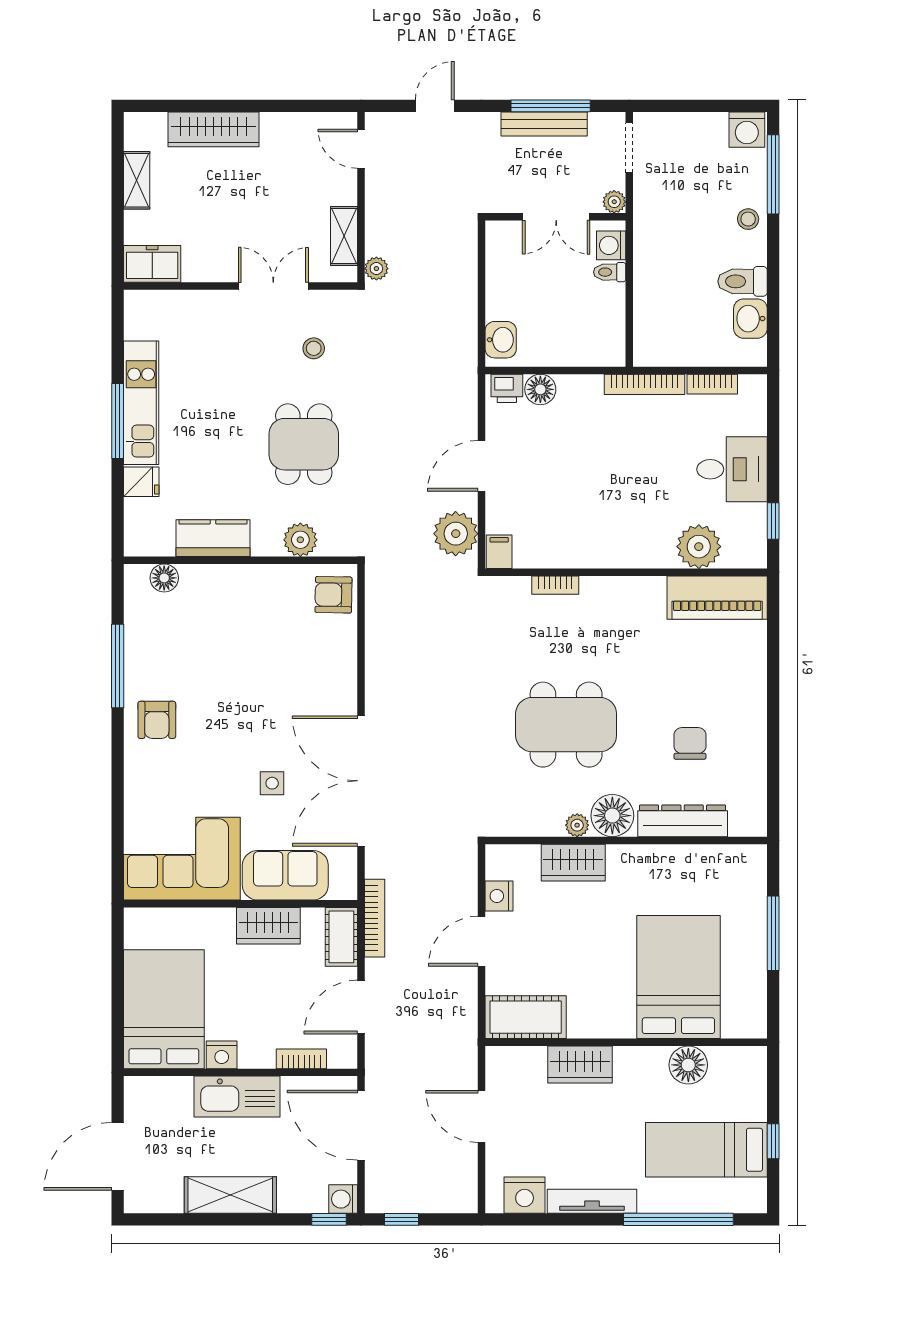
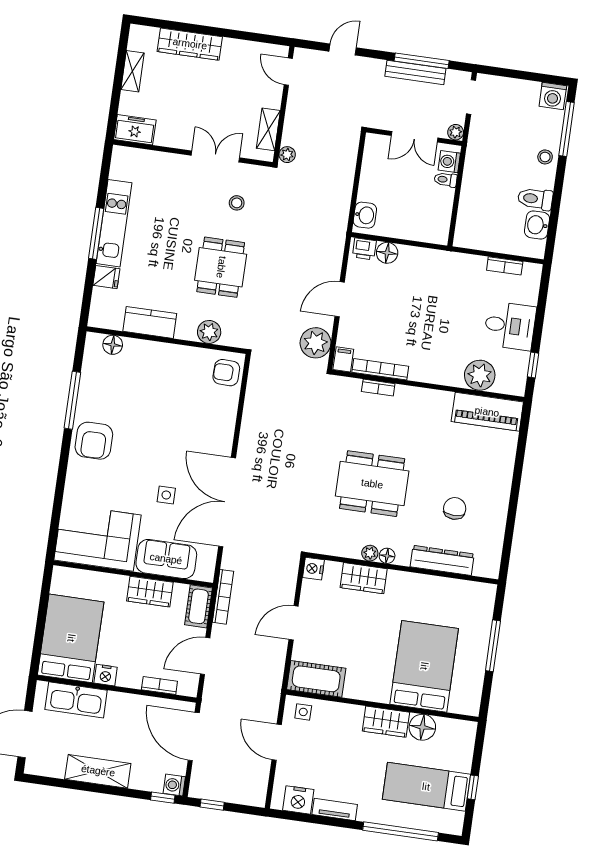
bookcase: (645, 384) -> (380, 369), moved, turned 180
armchair: (157, 720) -> (94, 441), width x1.38, depth x1.38
floor lamp: (612, 816) -> (387, 556), width x0.53, depth x0.53
nightstand: (499, 896) -> (313, 569), moved
wardrobe: (580, 1064) -> (386, 722), moved
side table: (514, 1067) -> (303, 712), added
kitchen sink: (237, 1097) -> (76, 700), moved
tv unit: (592, 1201) -> (335, 809), width x0.71

